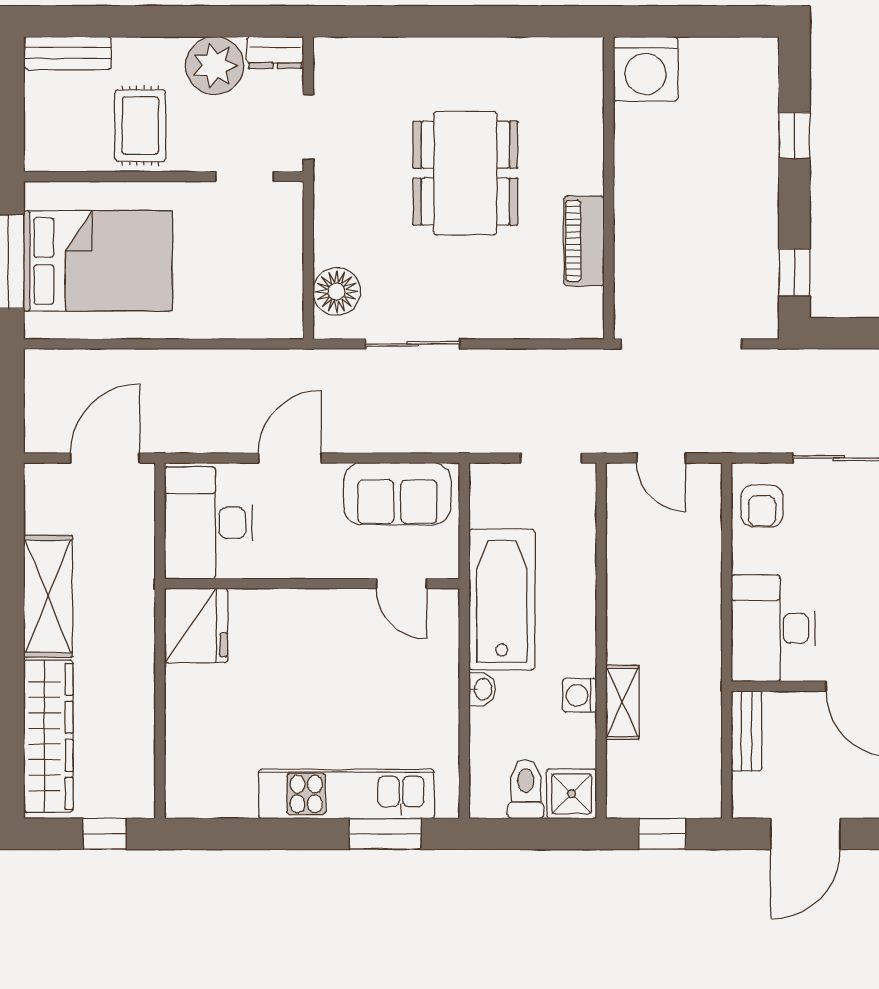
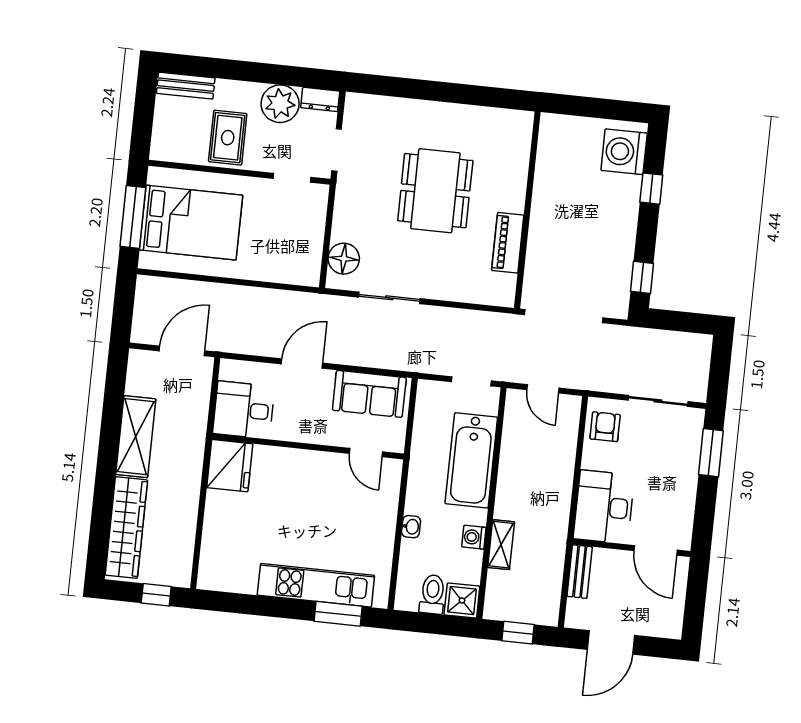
washing machine: (646, 69) -> (624, 152), moved, turned 90
armchair: (762, 506) -> (605, 427), turned 180
desk: (208, 523) -> (244, 410), width x0.73
bathtub: (502, 599) -> (471, 460), moved, turned 180

